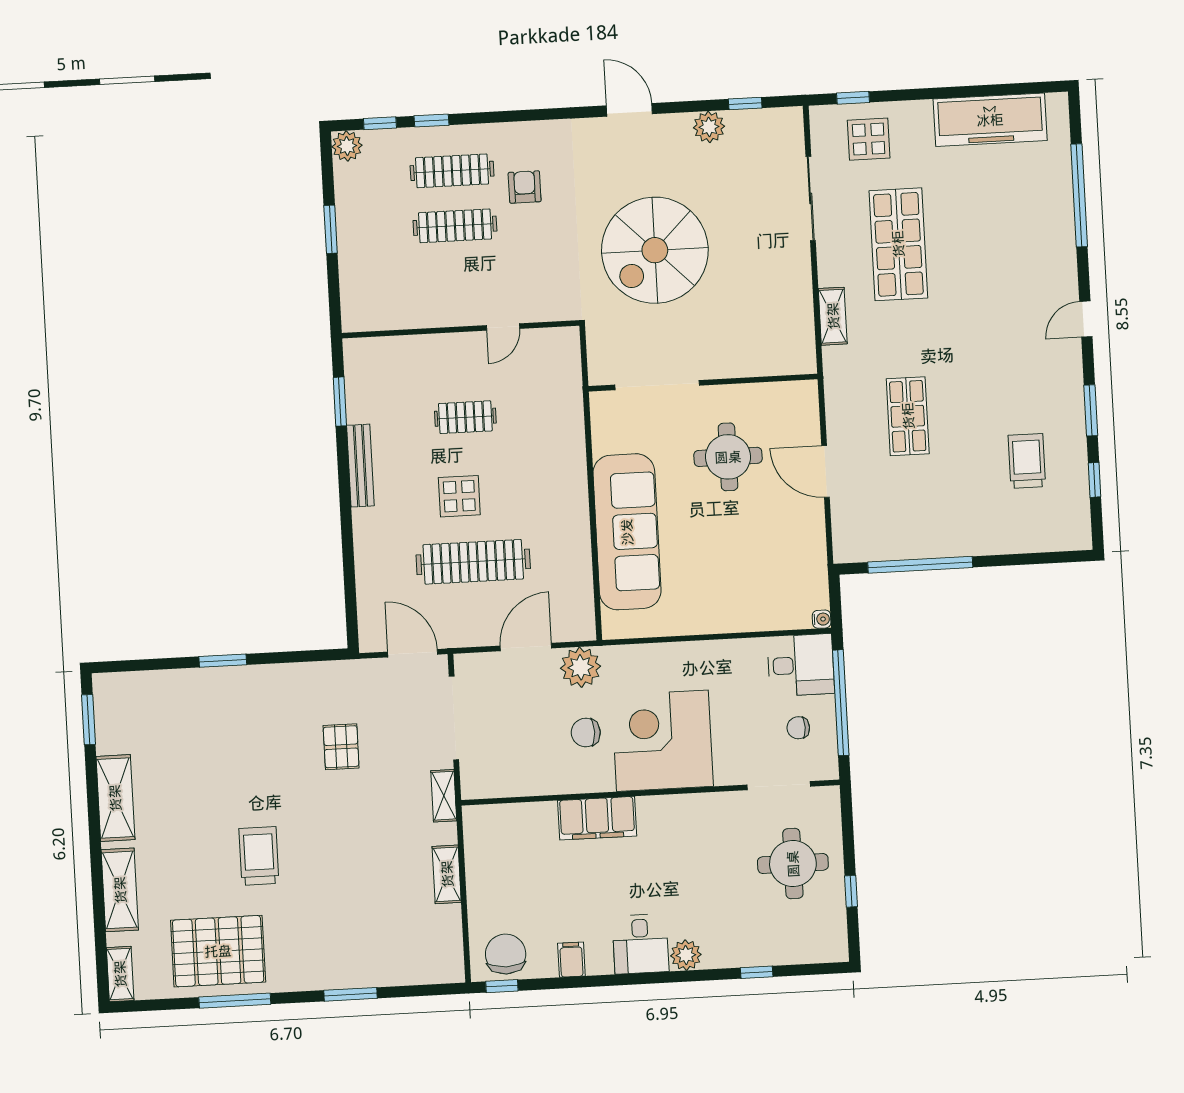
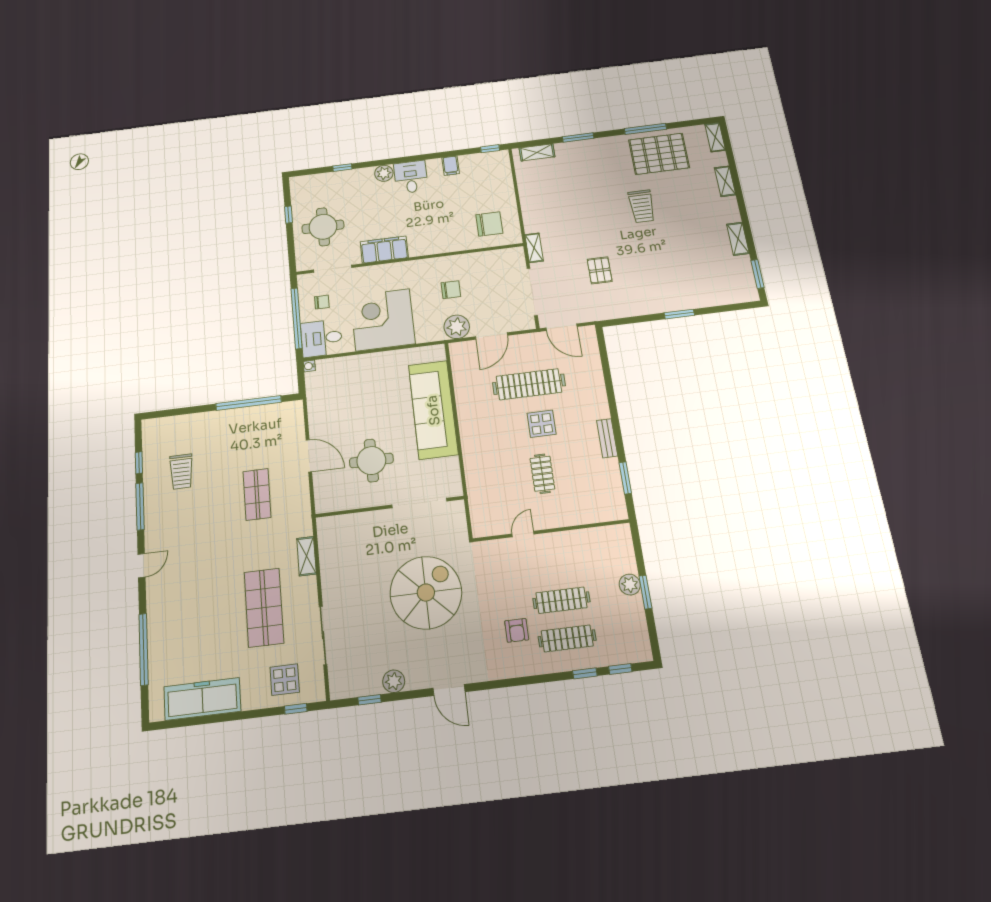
plant: (347, 146) -> (630, 585), moved
window: (1091, 410) -> (140, 506), width x1.44
clothes rail: (465, 417) -> (542, 474), turned 90
bench: (360, 466) -> (607, 438), width x0.73
corner desk: (662, 741) -> (383, 320), moved, turned 180
shelving: (115, 798) -> (738, 239), width x0.67, depth x0.75
filing cabinet: (597, 818) -> (384, 250), moved
shelving: (447, 874) -> (537, 152), moved, turned 90
shelving: (120, 890) -> (725, 181), width x0.67, depth x0.75
chair: (506, 954) -> (489, 224), moved, turned -90

